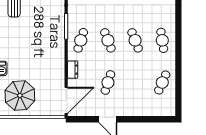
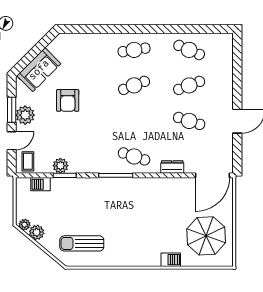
cafe table: (108, 40) -> (189, 85), moved
door: (66, 100) -> (212, 175), swing flipped

